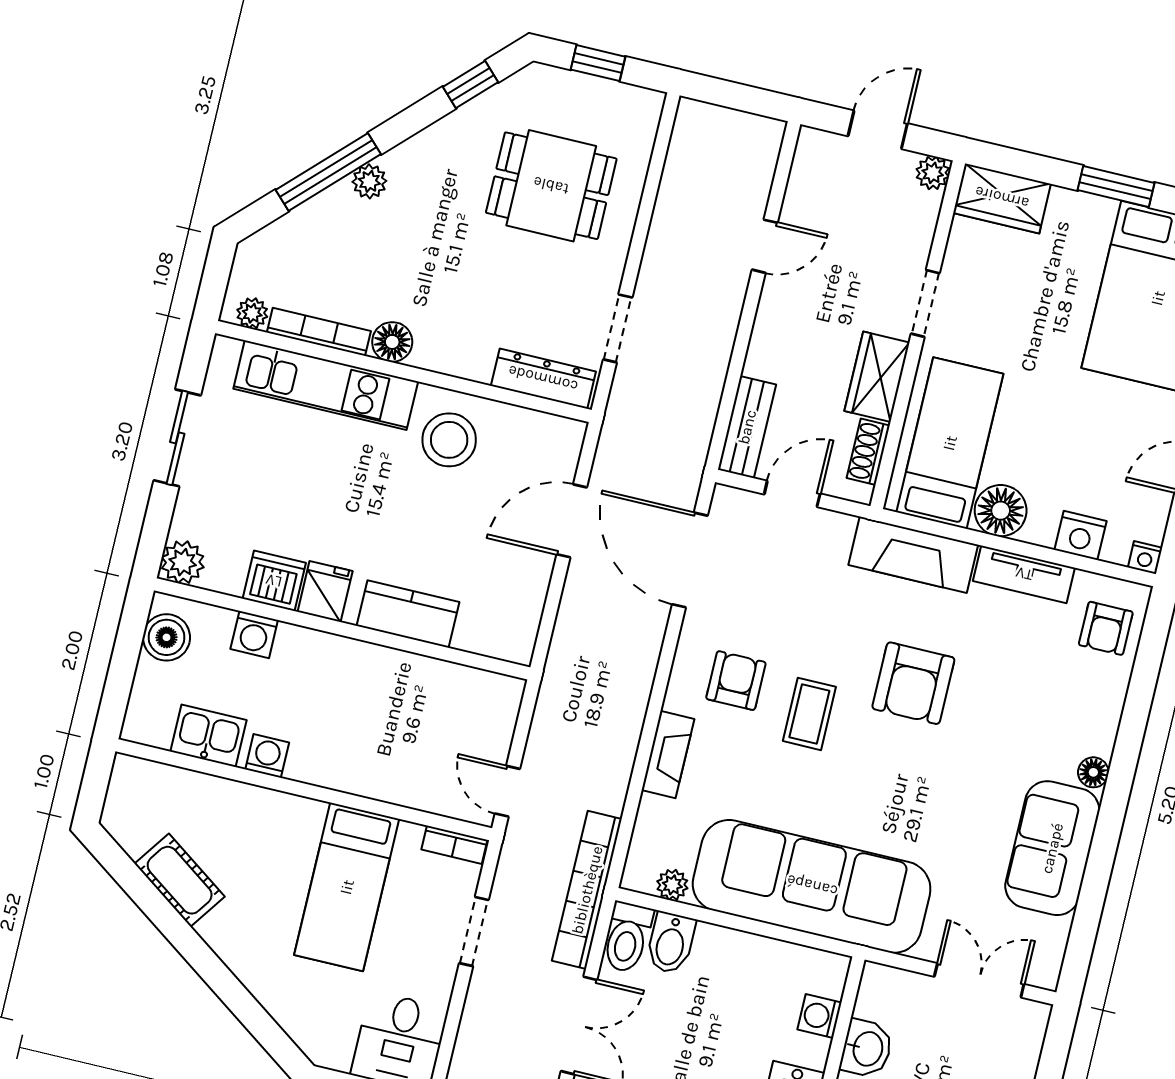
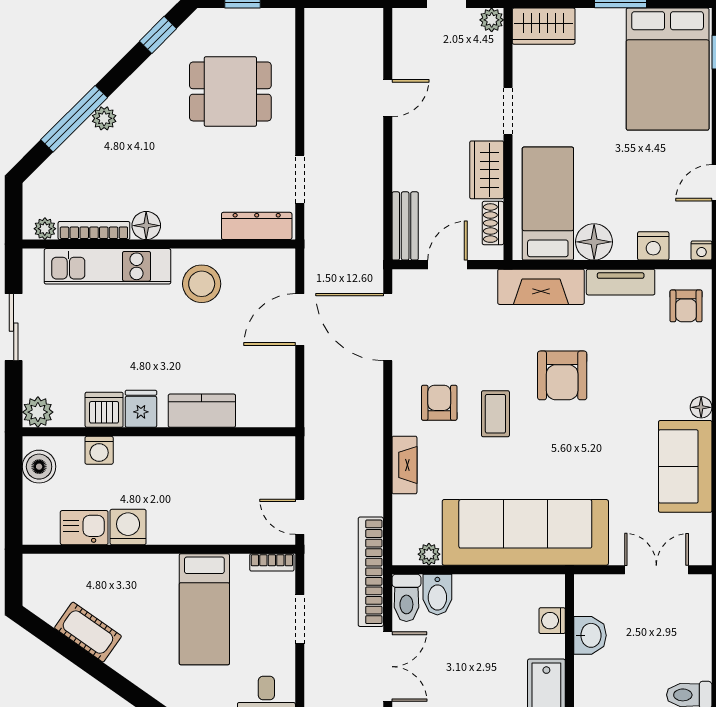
washing machine: (267, 756) -> (128, 527), width x1.38, depth x1.38

